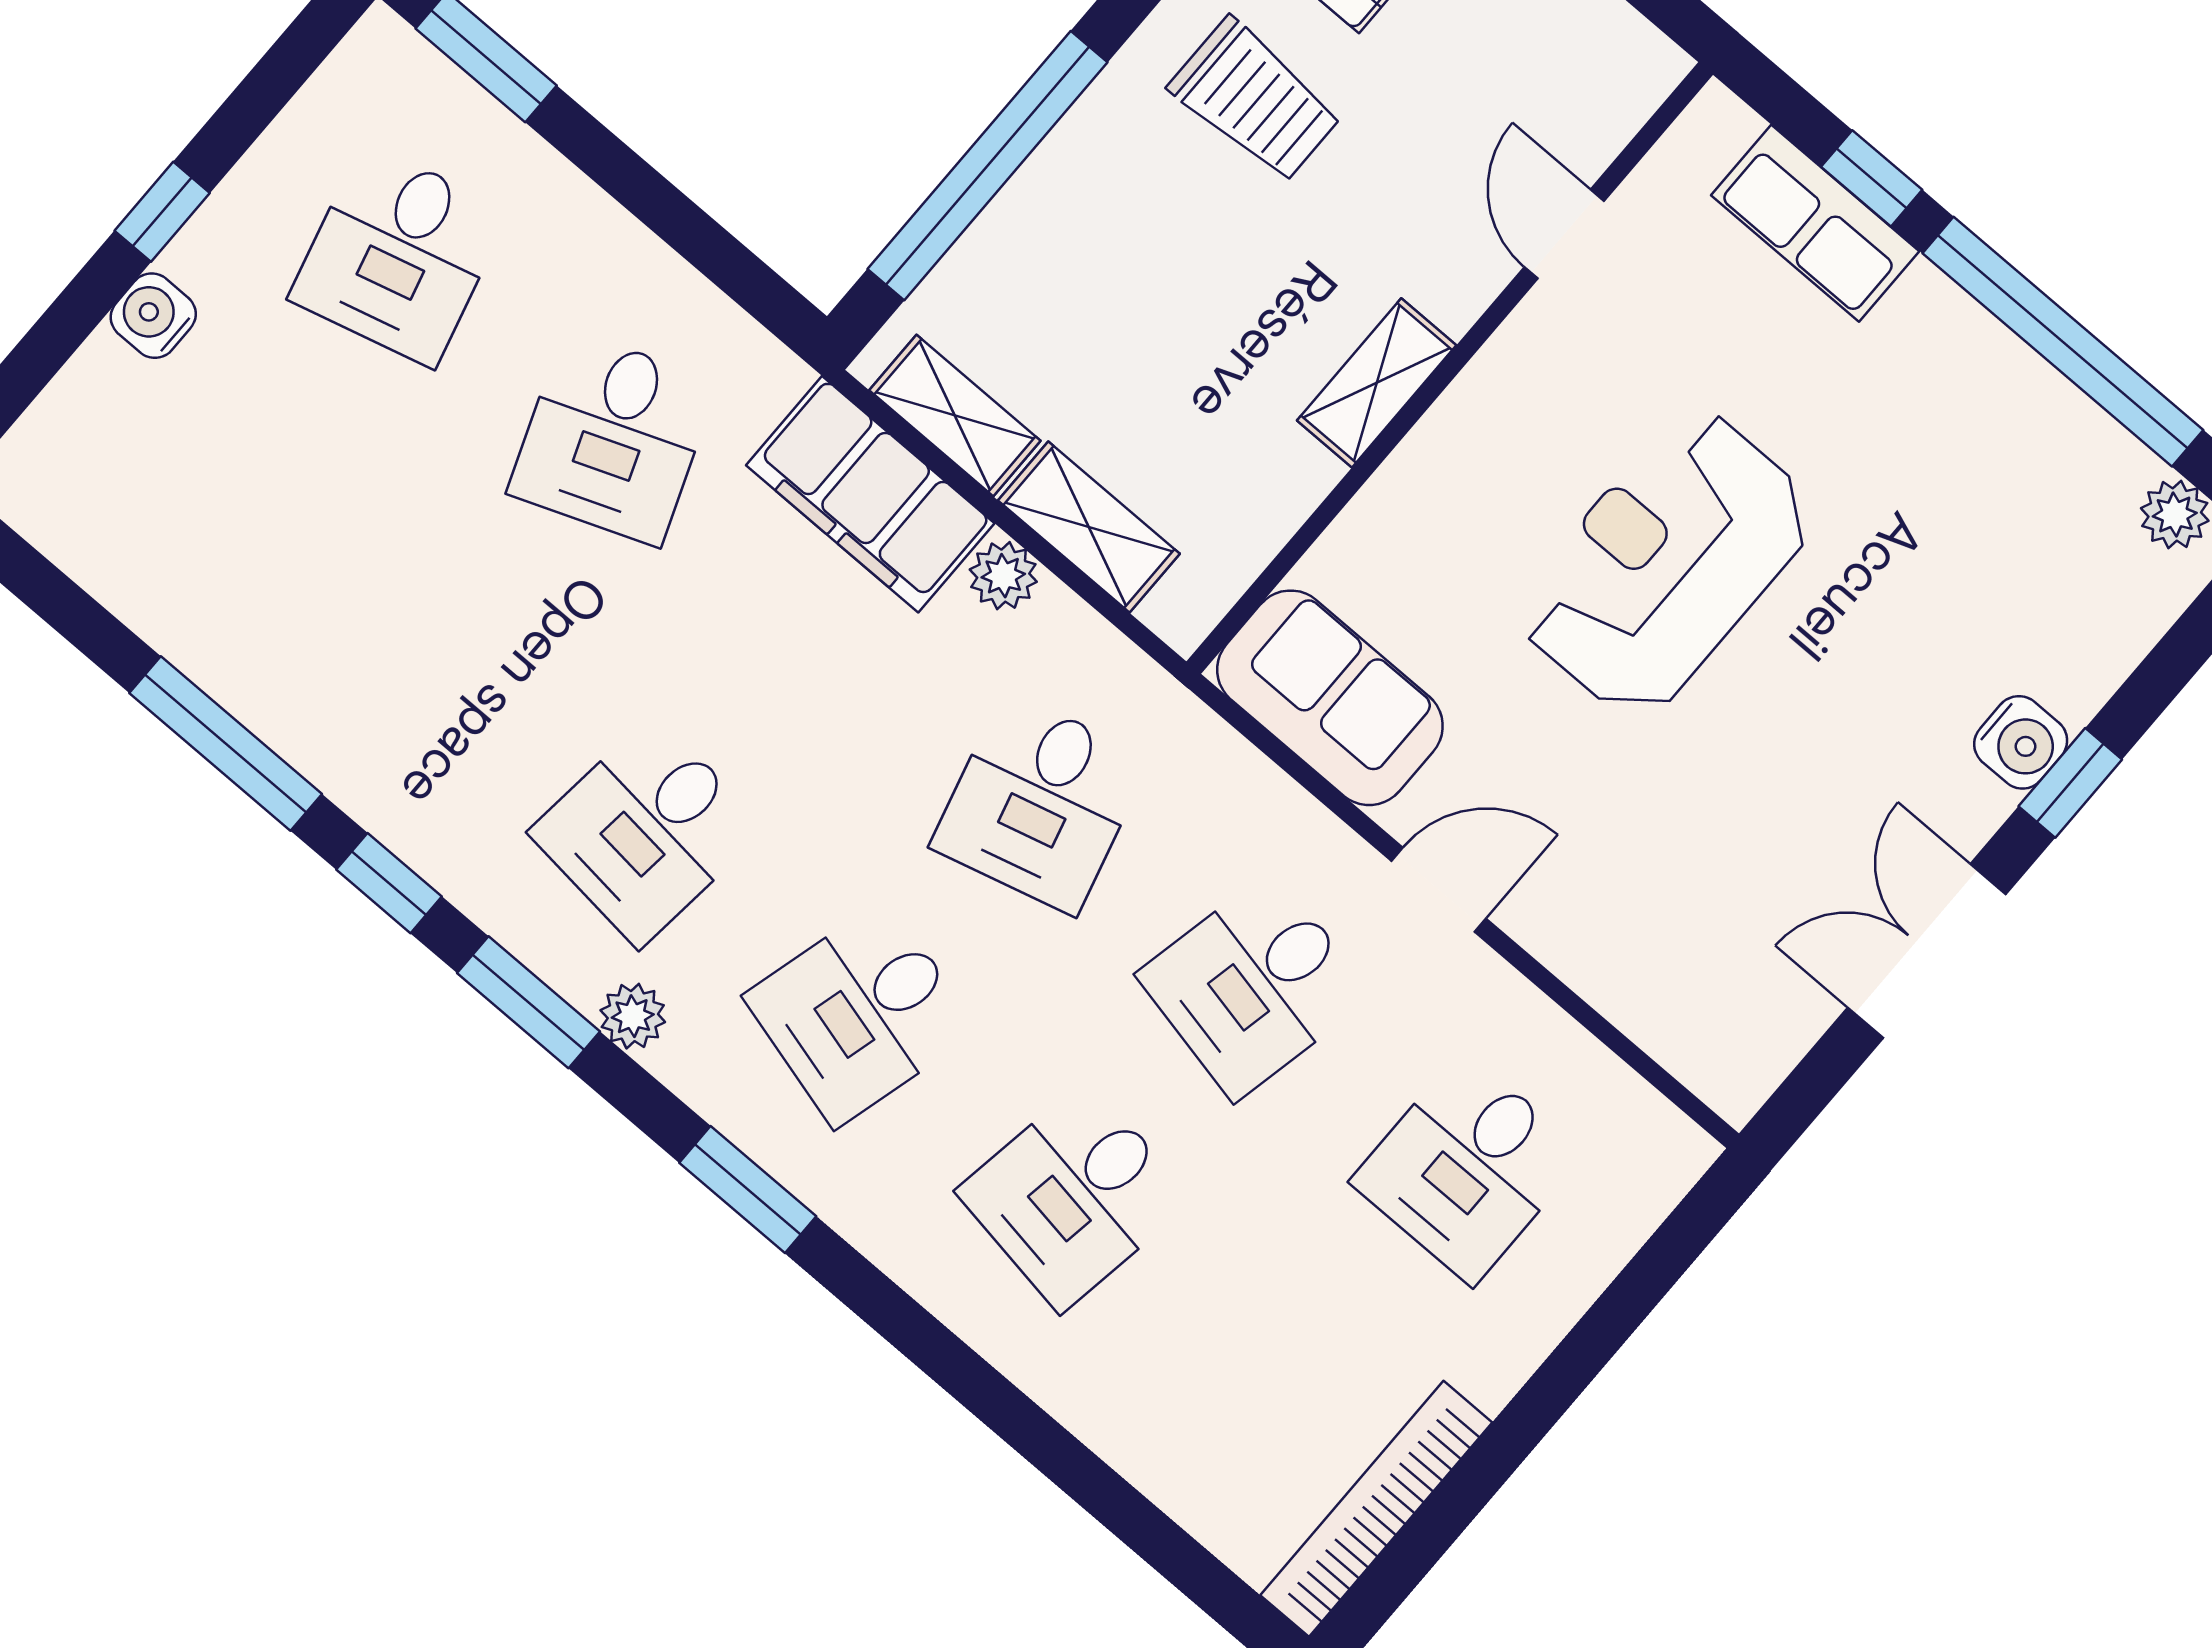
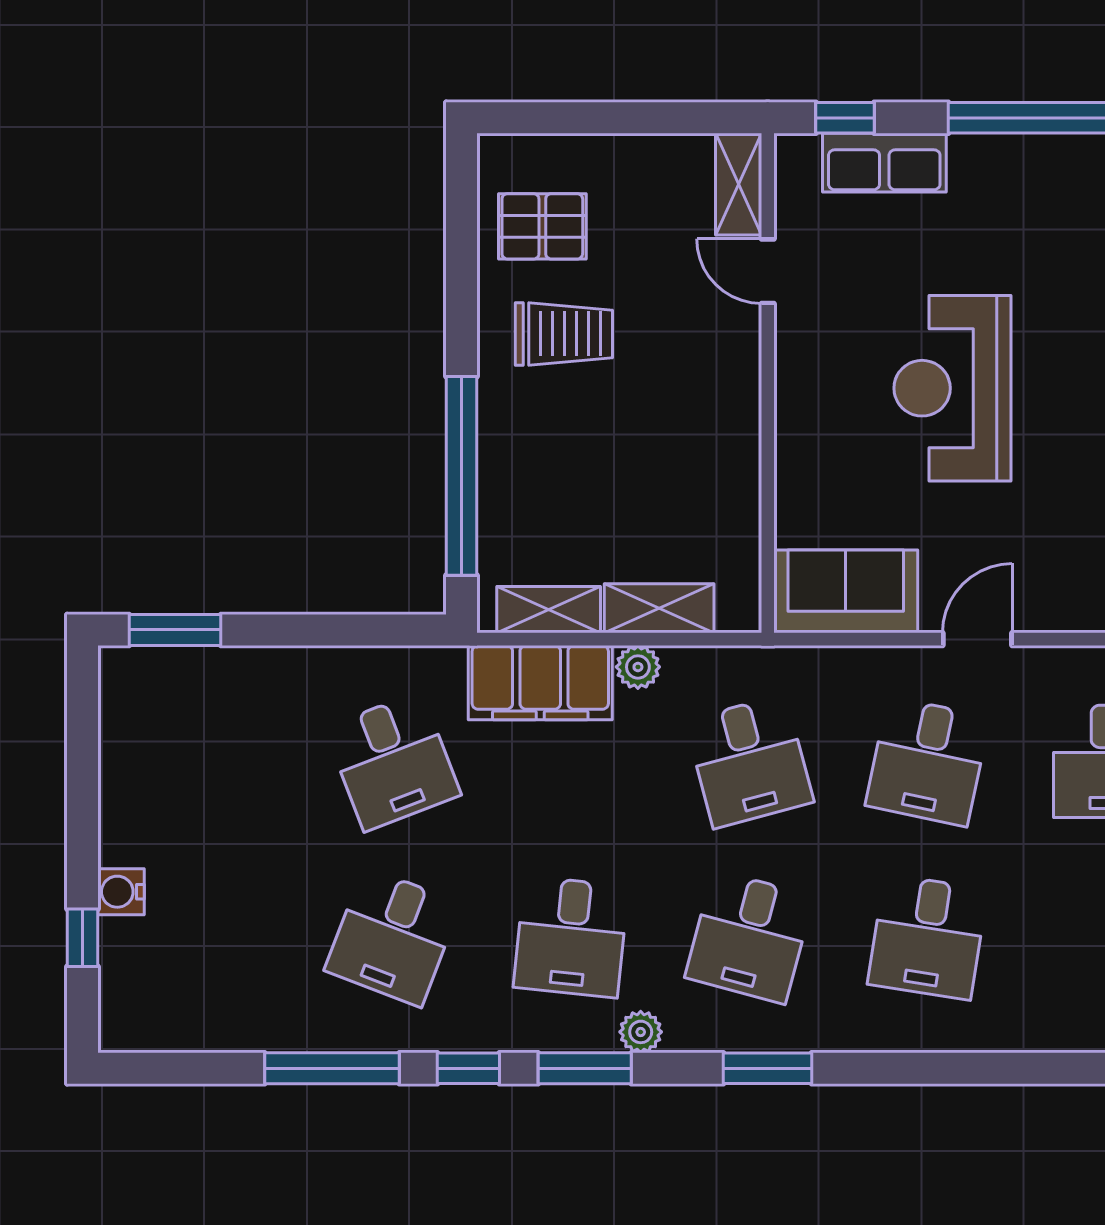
window: (1872, 178) -> (845, 118), moved
window: (162, 212) -> (82, 938), moved
desk: (399, 255) -> (393, 937), moved, turned 36
shelving: (1377, 383) -> (739, 184), moved

